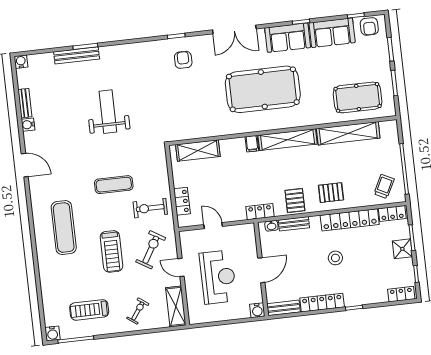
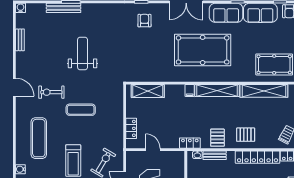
water cooler: (28, 125) -> (20, 169), moved
exercise bike: (150, 208) -> (51, 92), moved

